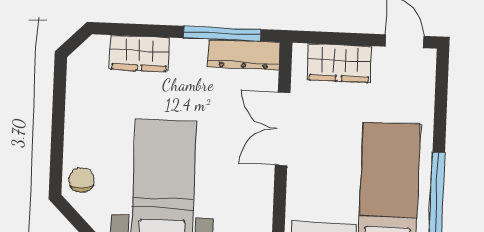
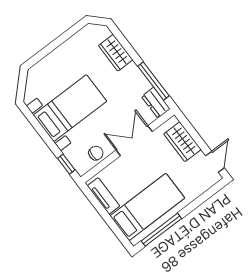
dresser: (244, 55) -> (156, 103), width x0.70
chair: (81, 180) -> (96, 153), moved

